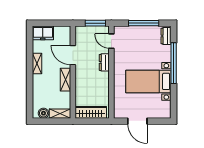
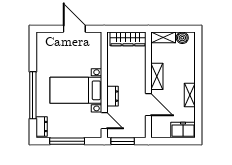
bed with nightstands: (148, 81) -> (76, 90), moved, turned 180

